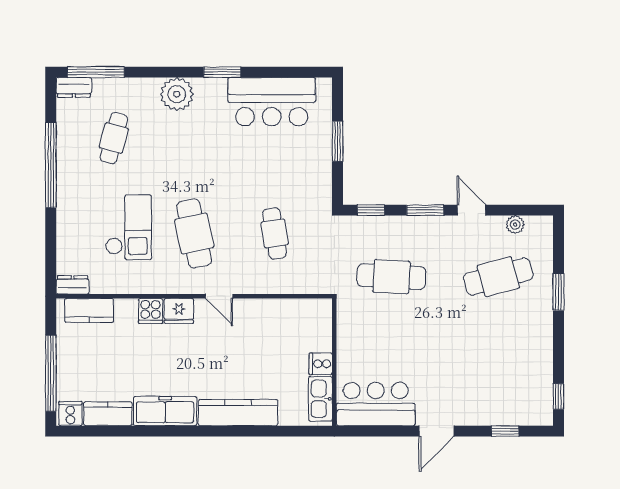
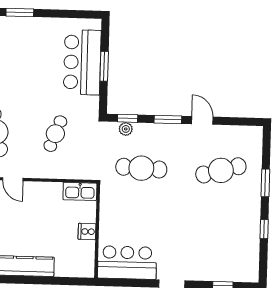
bar counter: (272, 102) -> (82, 62), moved, turned 90
plant: (515, 225) -> (126, 129), moved
cafe table: (275, 233) -> (55, 134), turned 30
window: (558, 397) -> (264, 229), moved
kitchen sink: (320, 399) -> (80, 191), moved, turned -90

